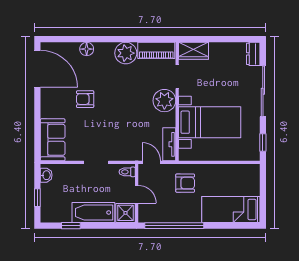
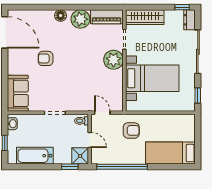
window: (245, 39) -> (182, 7), added
floor lamp: (87, 49) -> (61, 16), moved
wardrobe: (194, 51) -> (145, 17), width x1.50
tv unit: (169, 144) -> (118, 97), removed
bathtub: (93, 212) -> (35, 156), moved
window: (71, 226) -> (70, 167), moved

